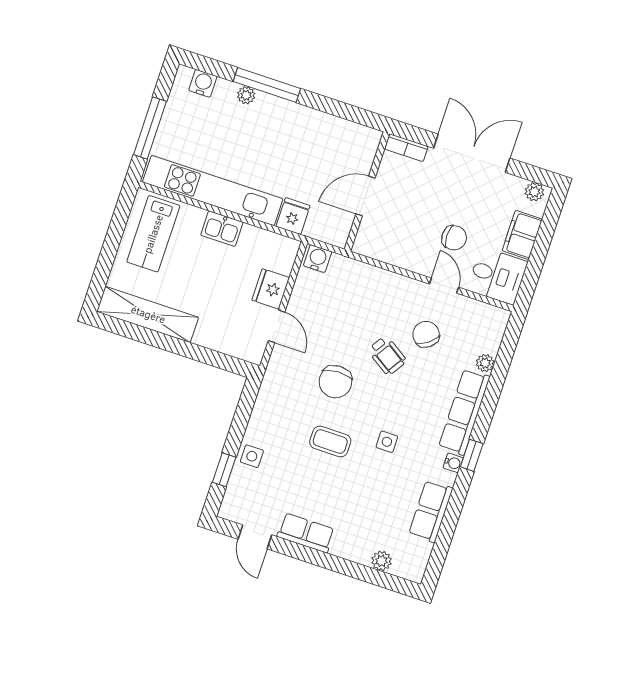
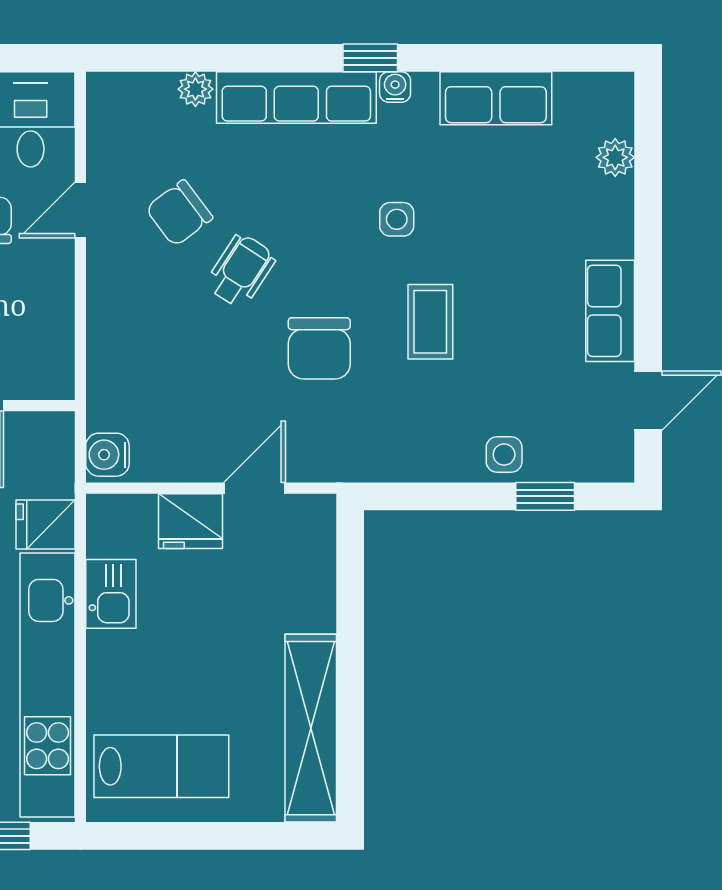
kitchen sink: (222, 229) -> (111, 594), moved
chair: (335, 382) -> (319, 348), turned 92

